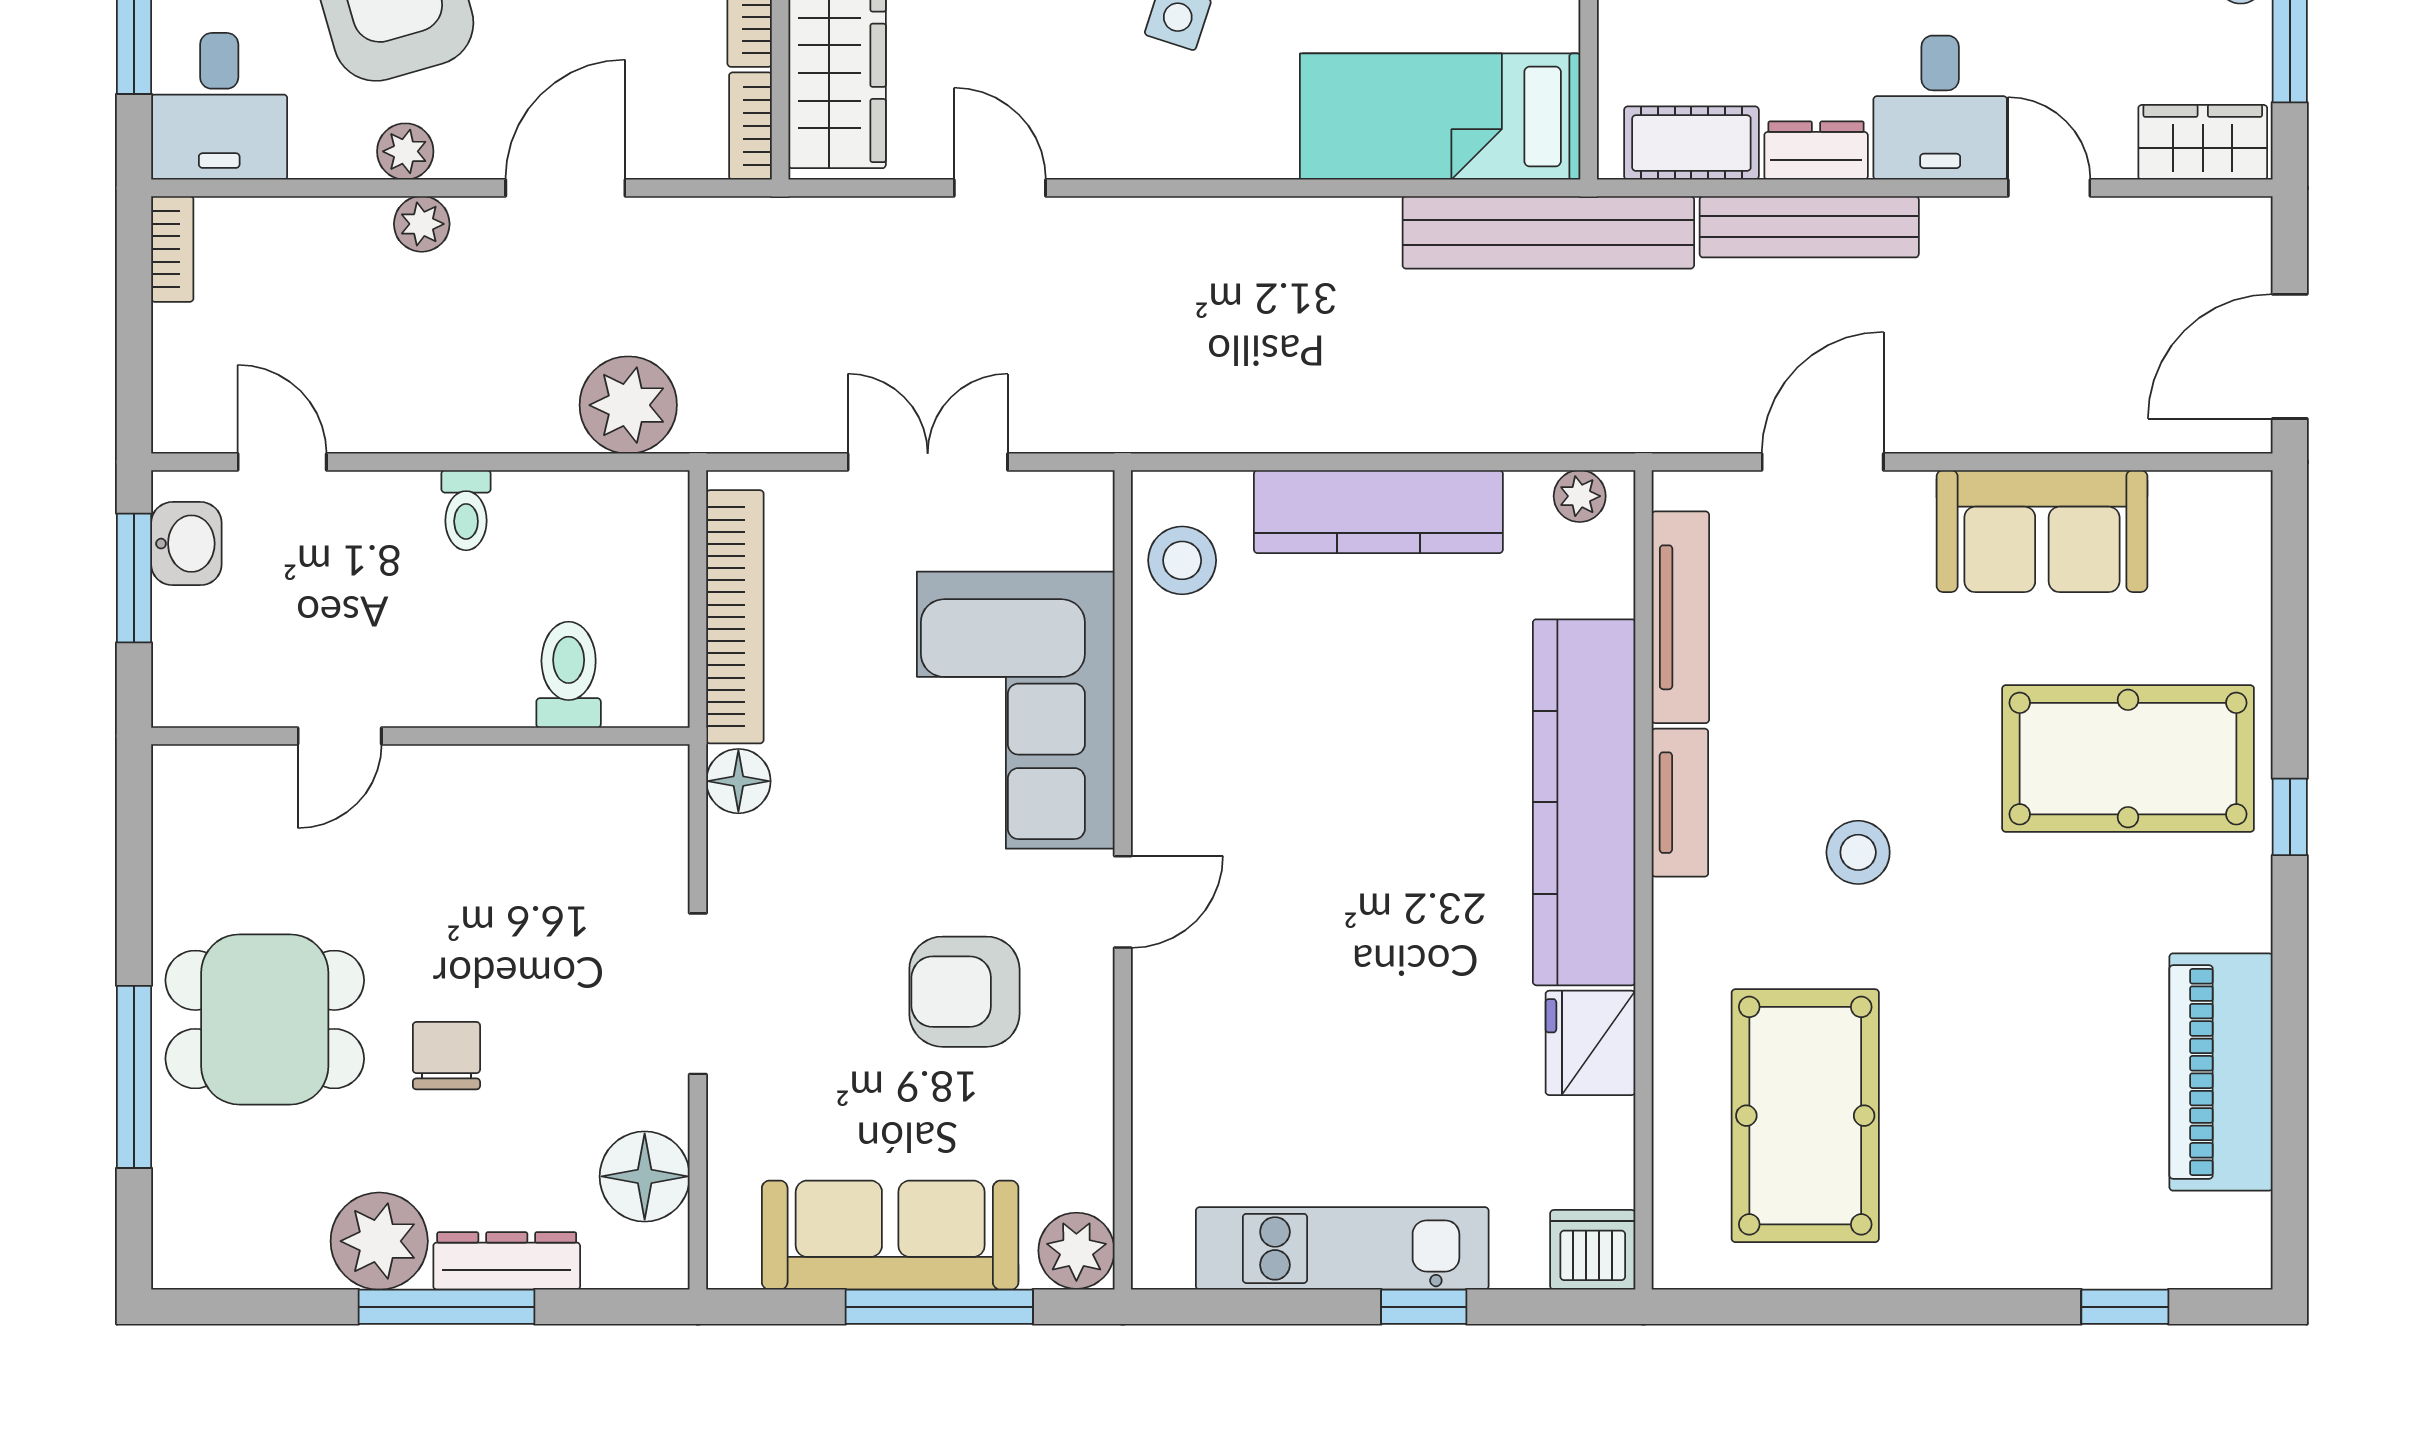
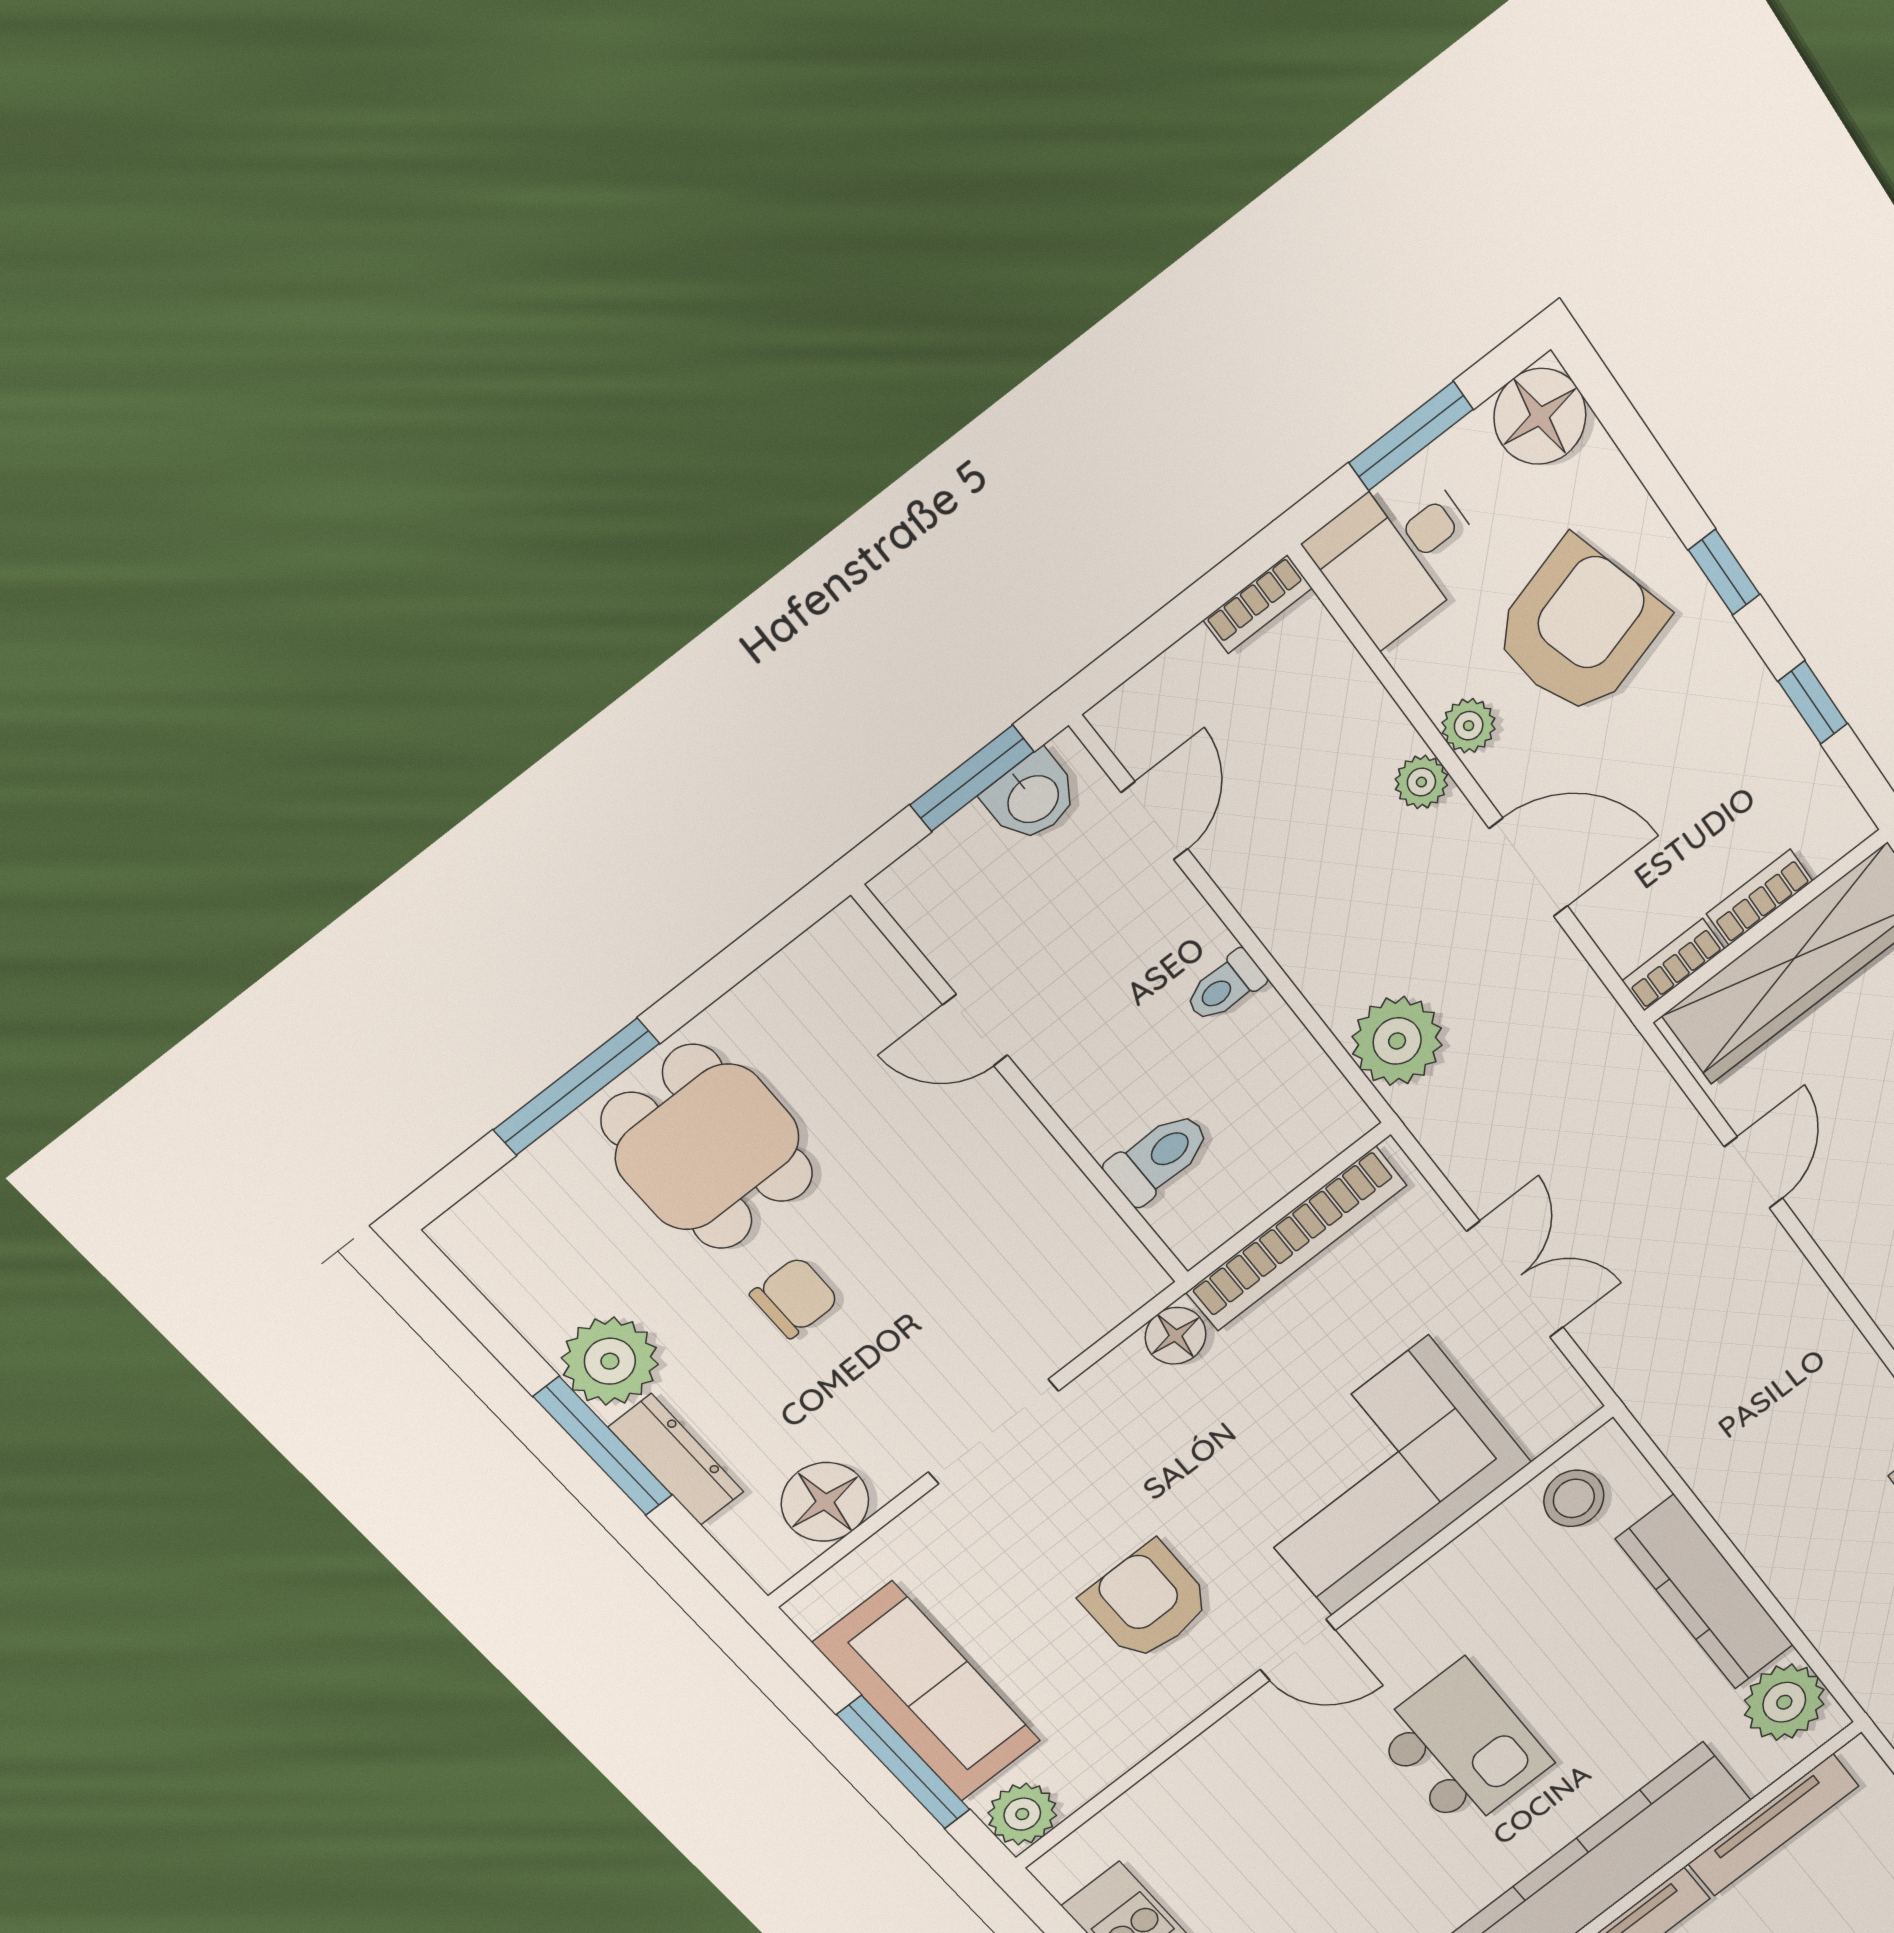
plant: (1580, 496) -> (1784, 1702), width x1.88, depth x1.88
kitchen island: (1346, 834) -> (1462, 1747), added

